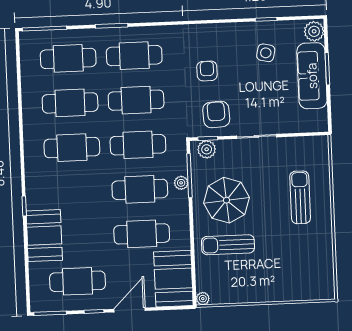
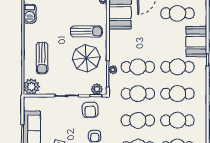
plant: (316, 149) -> (31, 87), added
cafe table: (142, 234) -> (177, 67), moved
barbecue: (324, 270) -> (30, 14), added

